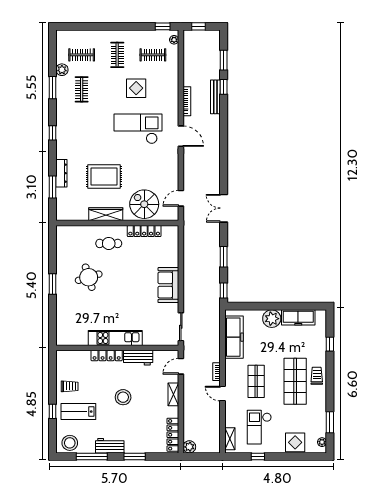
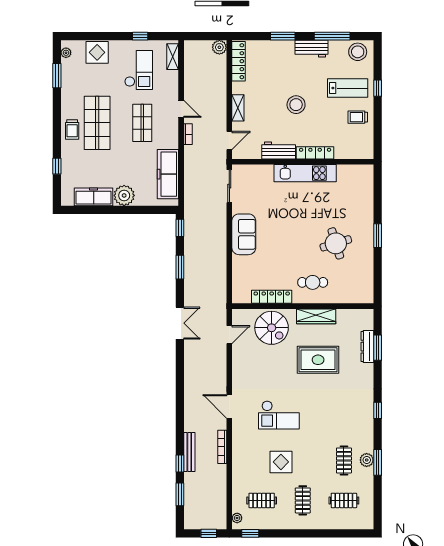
plant: (62, 70) -> (367, 460), moved
checkout: (138, 129) -> (279, 415), width x0.73, depth x0.83
dresser: (61, 173) -> (367, 347), moved

